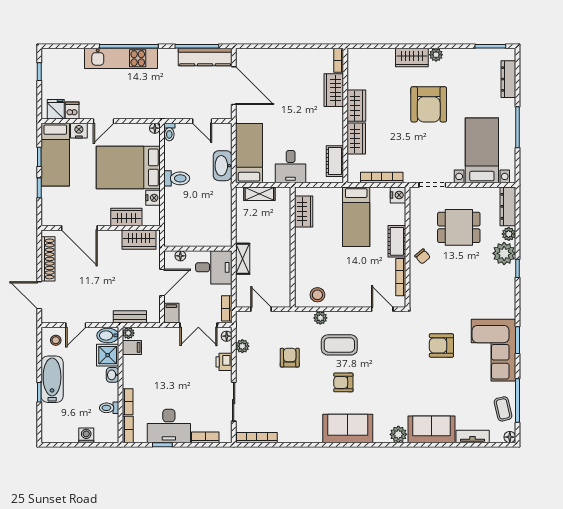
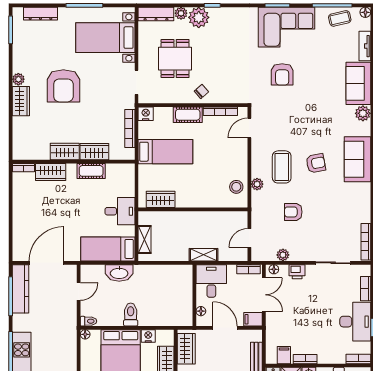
armchair: (429, 104) -> (63, 86), turned 90
cot: (335, 161) -> (91, 171), moved
plant: (128, 333) -> (271, 358), removed
armchair: (343, 382) -> (316, 163), turned -101
bookcase: (128, 402) -> (305, 359), moved

